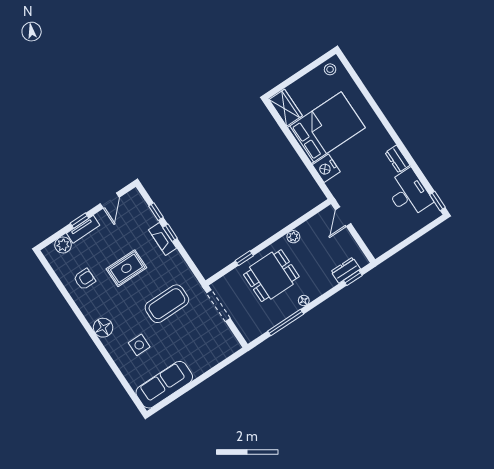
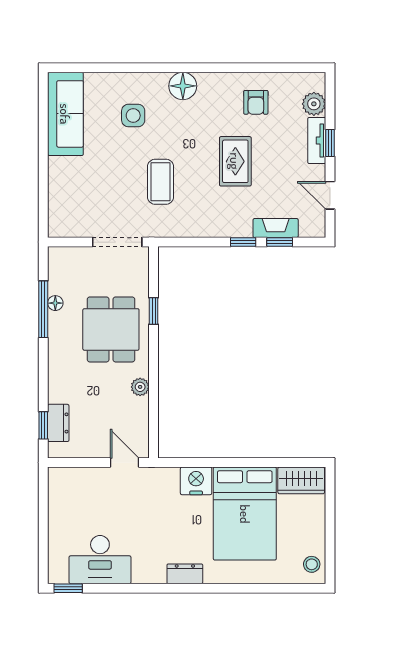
dresser: (398, 159) -> (185, 574), moved
fireplace: (163, 239) -> (276, 228), moved
floor lamp: (304, 300) -> (55, 303), moved
coffee table: (167, 304) -> (161, 182), width x0.73, depth x0.76

